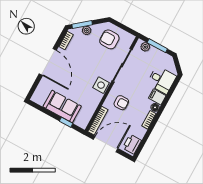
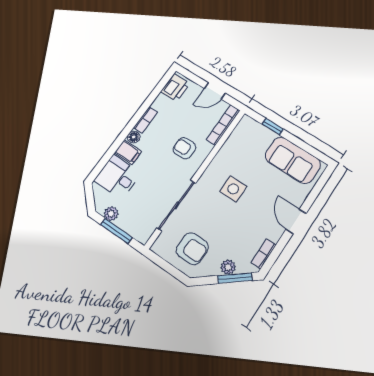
plant: (145, 47) -> (111, 214), moved
door: (48, 62) -> (296, 221), width x0.53
side table: (101, 85) -> (233, 189), moved
sofa: (62, 106) -> (293, 160), moved
door: (106, 144) -> (215, 91), width x0.53

